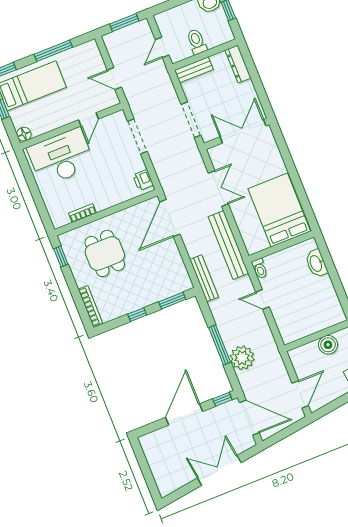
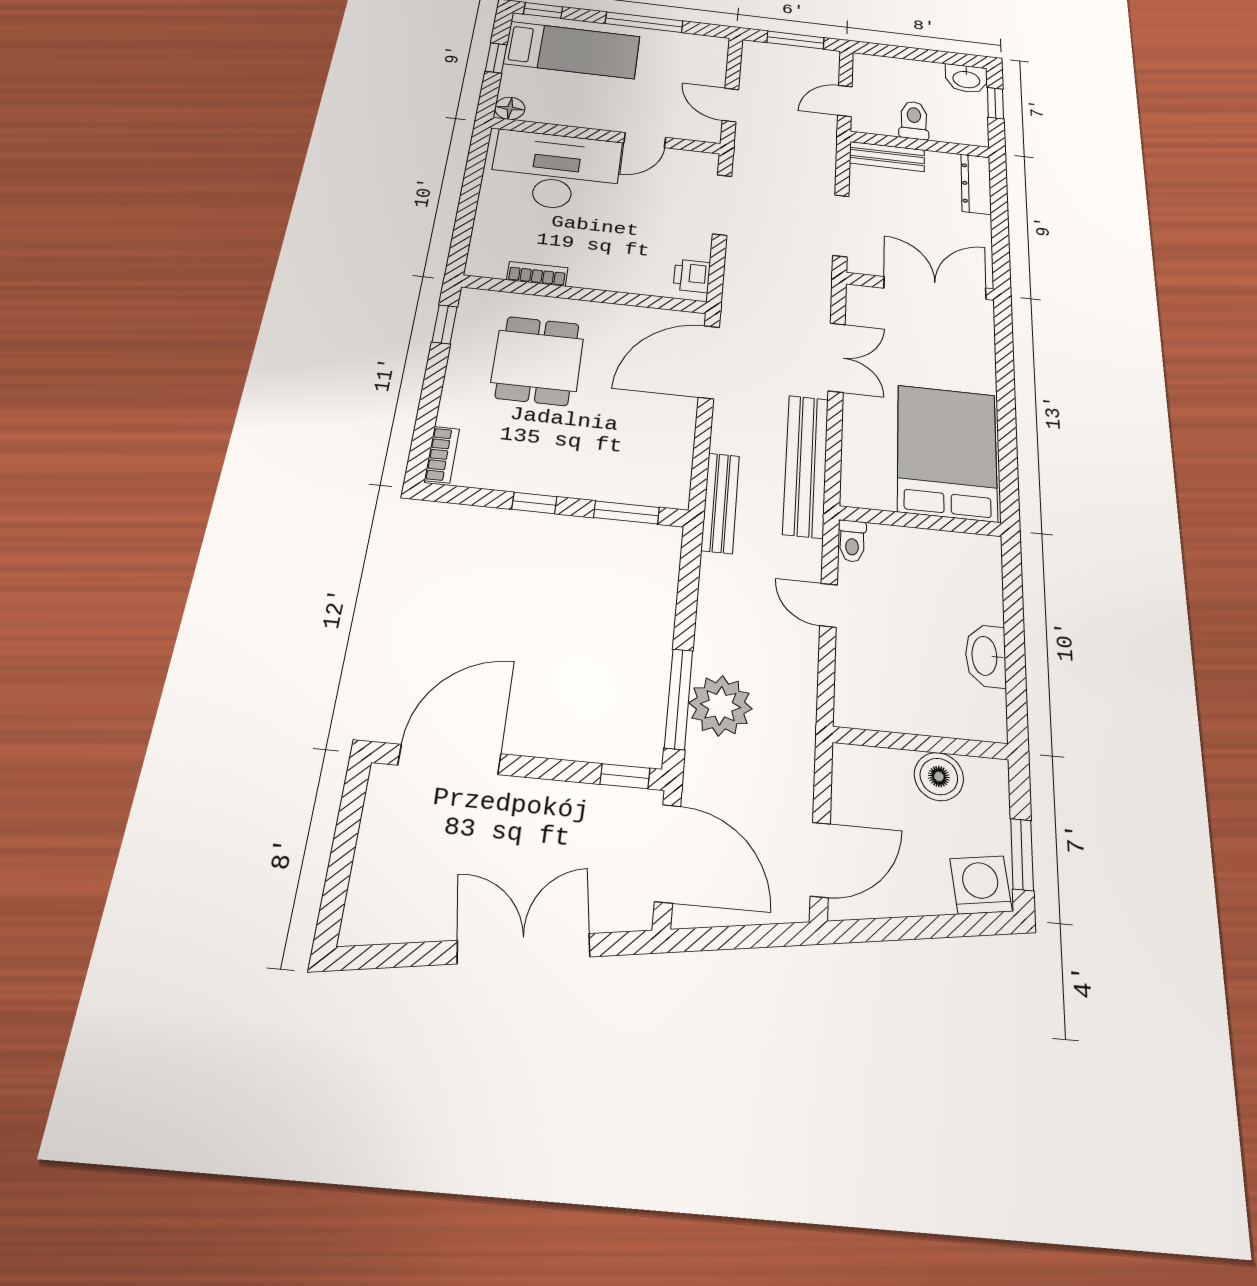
washbasin: (316, 263) -> (986, 656), moved
bookcase: (90, 306) -> (442, 455), width x0.64
window: (220, 345) -> (679, 699), moved
door: (184, 414) -> (450, 759), moved

